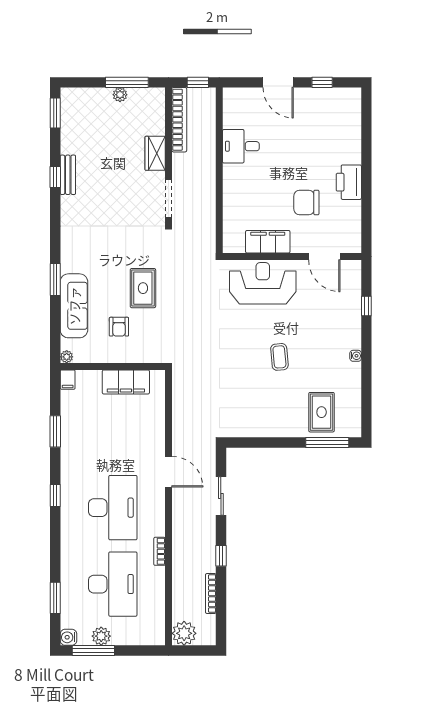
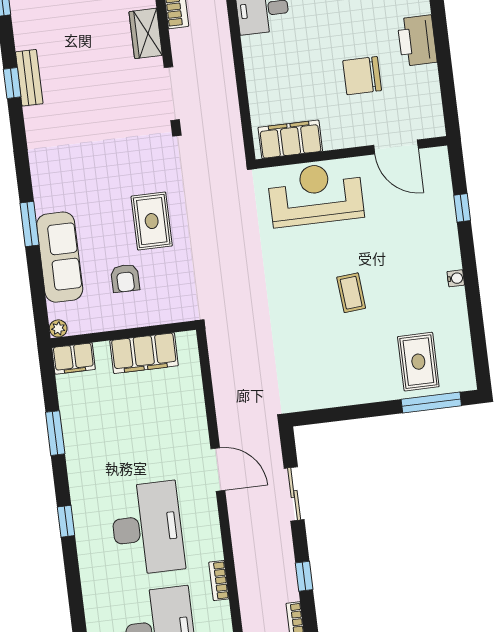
filing cabinet: (268, 242) -> (290, 139), moved
filing cabinet: (68, 380) -> (74, 358), width x2.00

